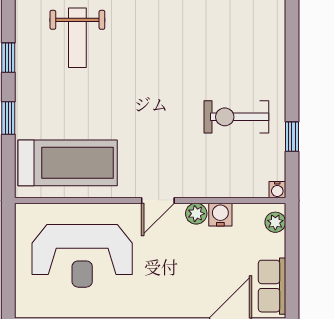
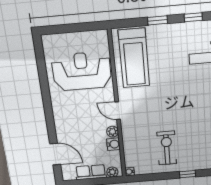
window: (292, 137) -> (188, 174), moved
reception desk: (82, 256) -> (82, 71), turned 90
row of seats: (272, 286) -> (91, 172), moved

